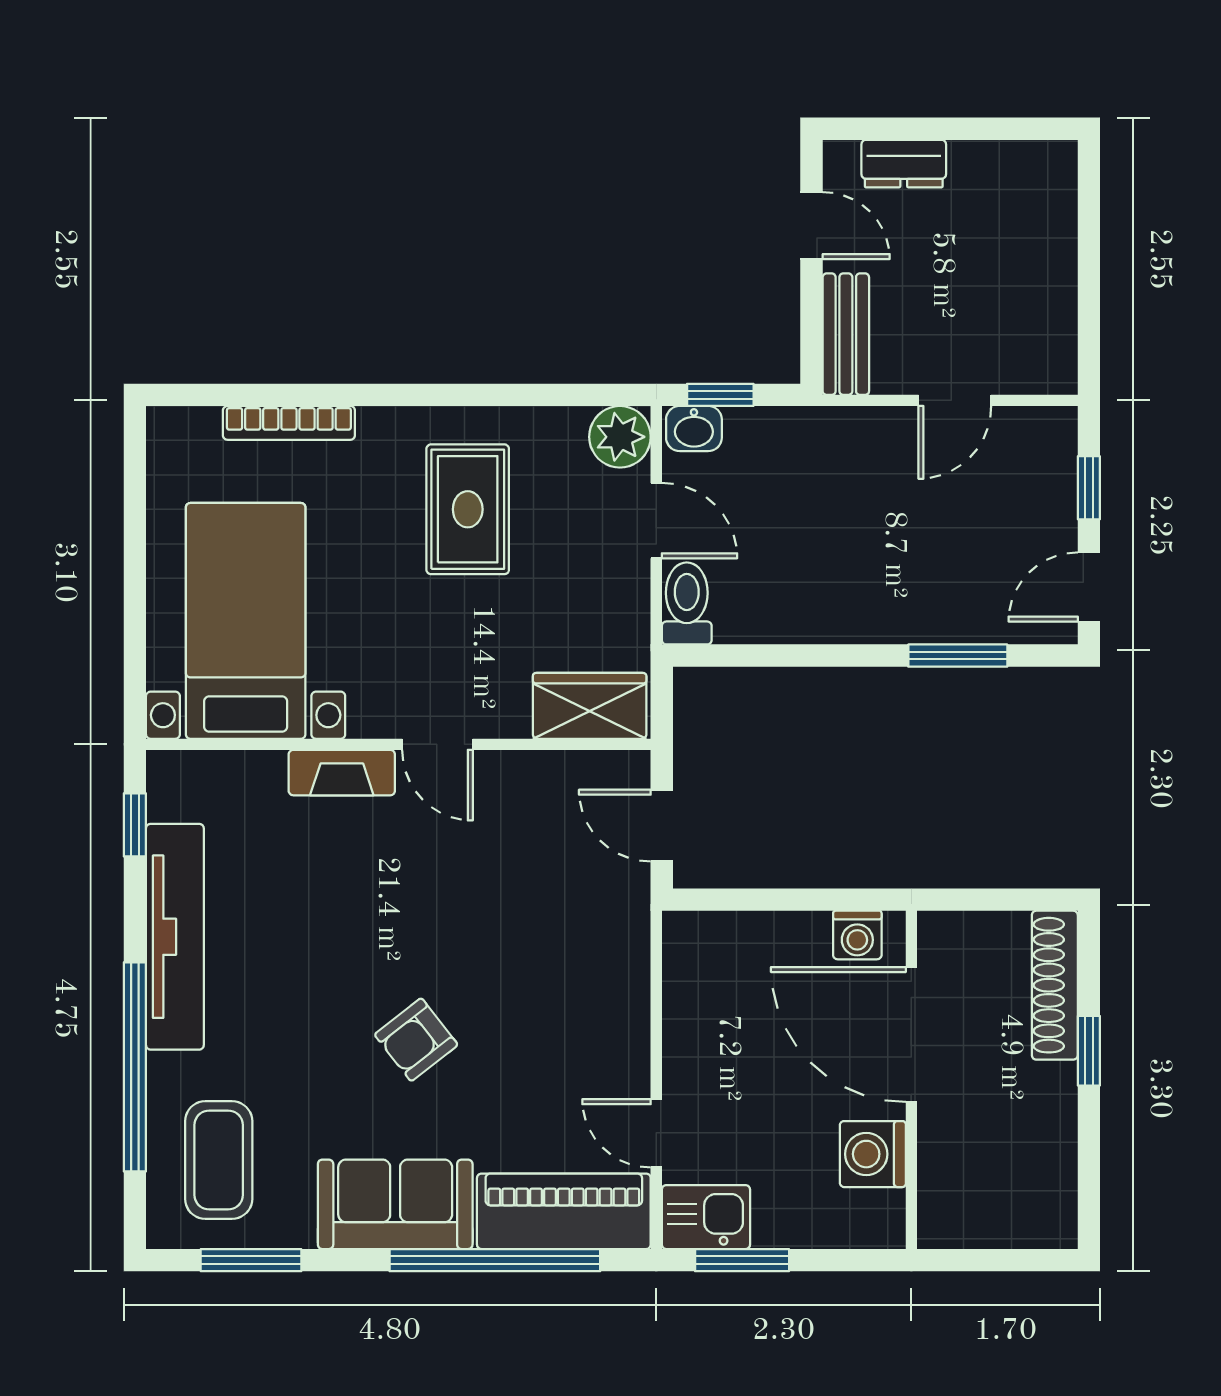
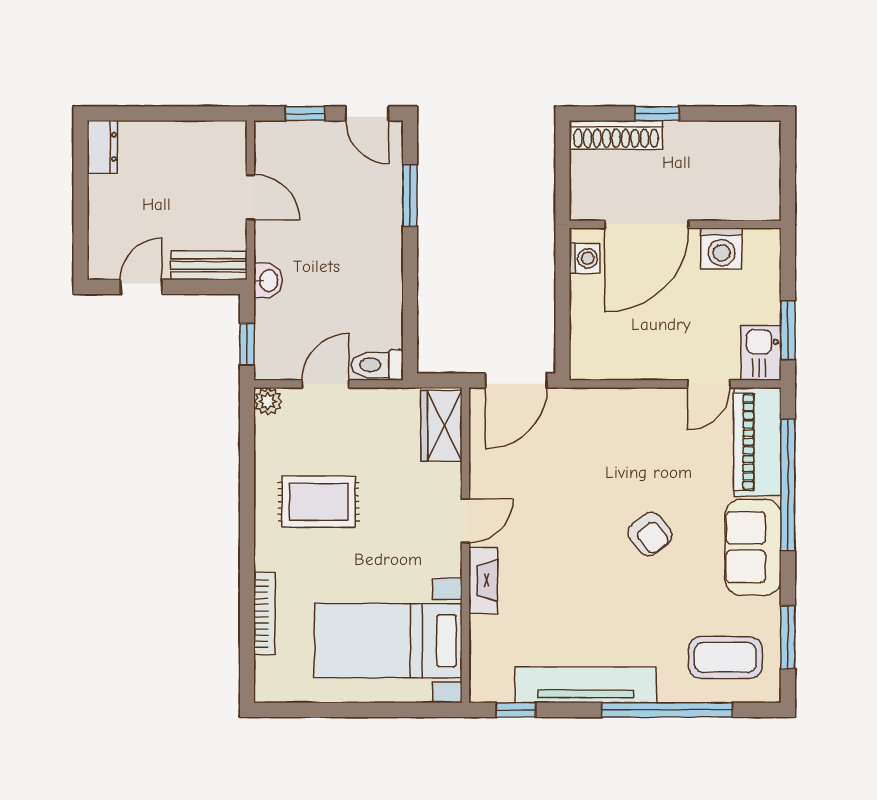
dresser: (904, 164) -> (102, 147), moved
washbasin: (694, 429) -> (268, 281), moved
plant: (620, 437) -> (268, 401), width x0.73, depth x0.73
door: (662, 826) -> (516, 380), width x1.38

